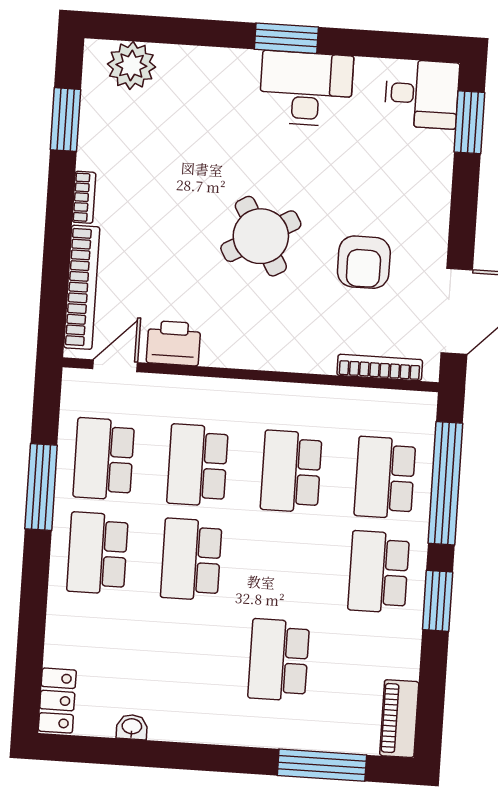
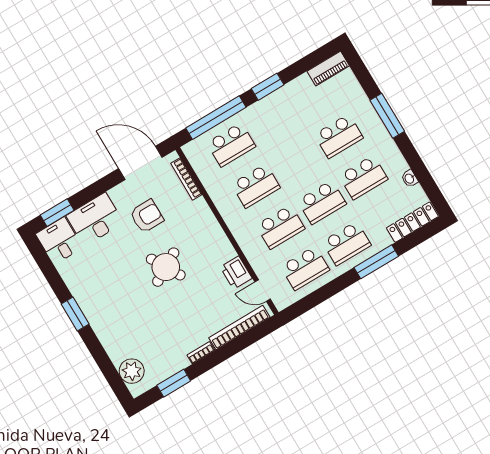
desk: (306, 89) -> (95, 219), moved, turned 90
window: (41, 487) -> (376, 262), moved
school desk: (379, 572) -> (363, 177), moved
locker: (57, 701) -> (412, 222), width x1.53
window: (322, 765) -> (387, 116), moved

